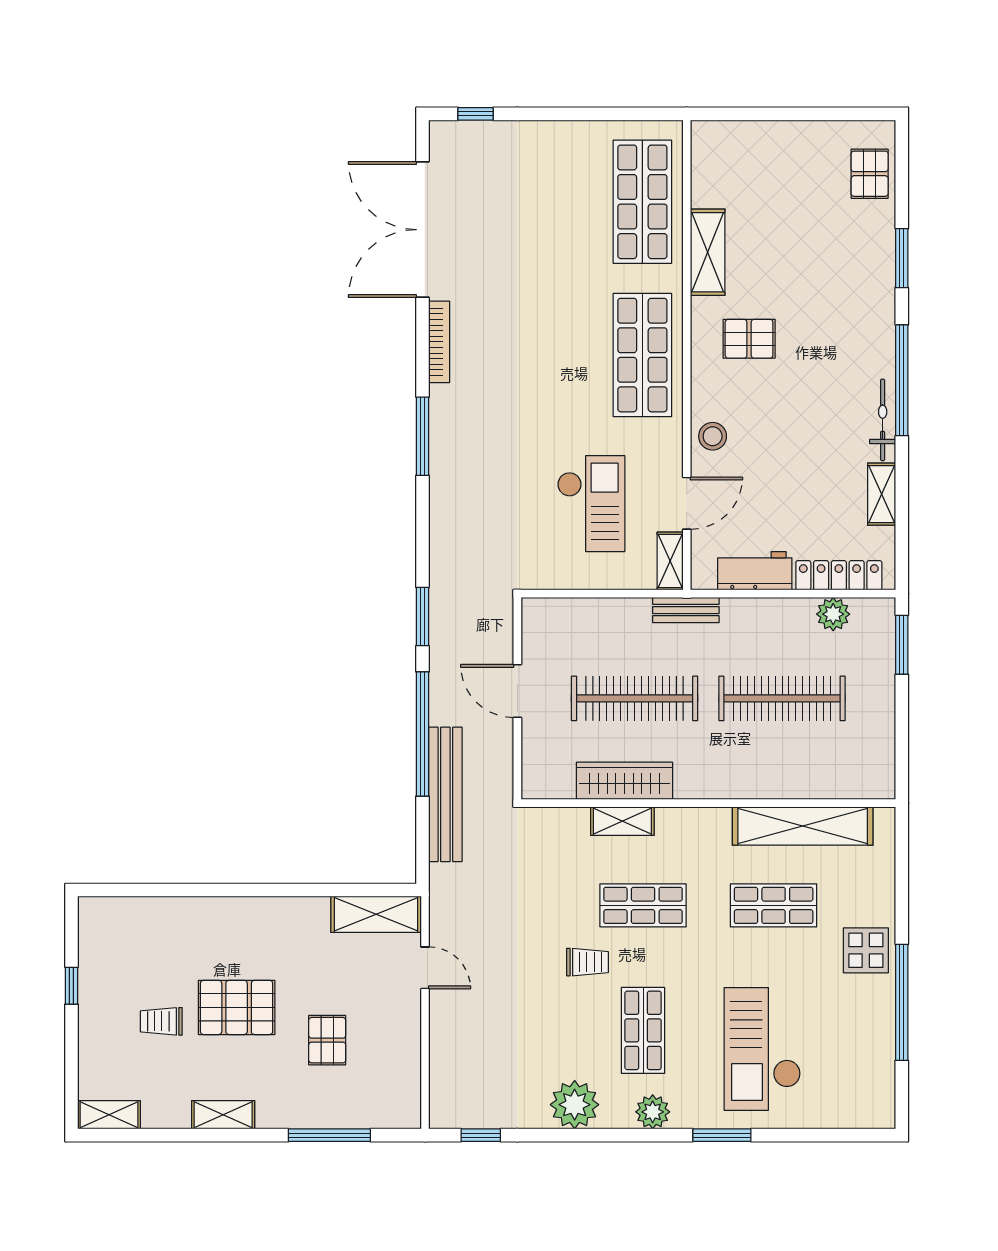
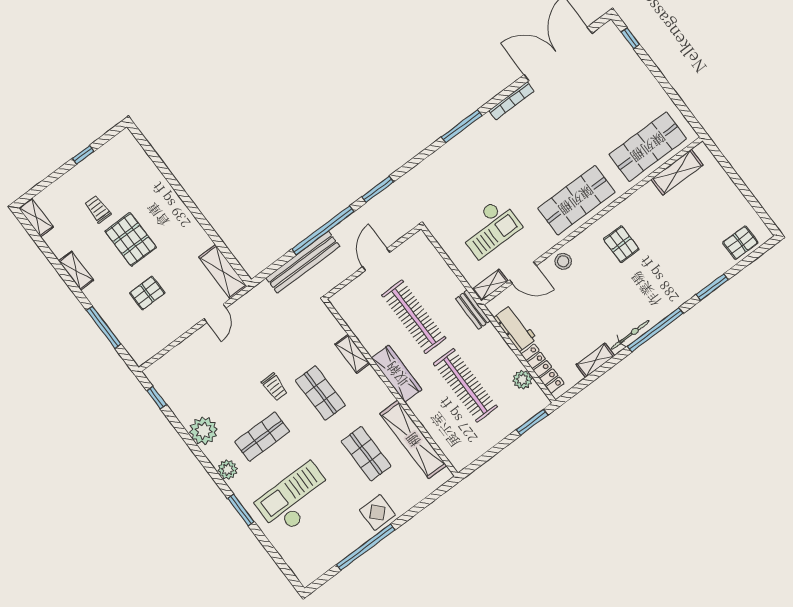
shelving: (708, 252) -> (677, 172), moved
wardrobe: (624, 781) -> (397, 374), moved

